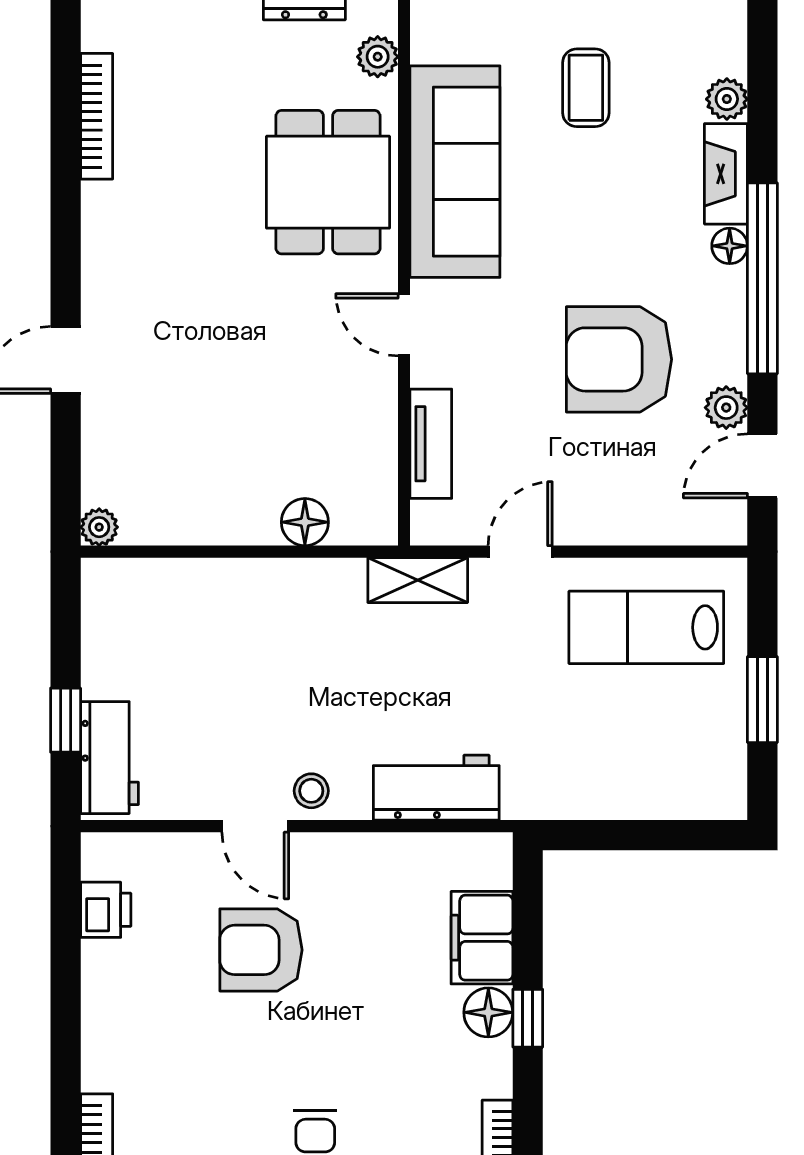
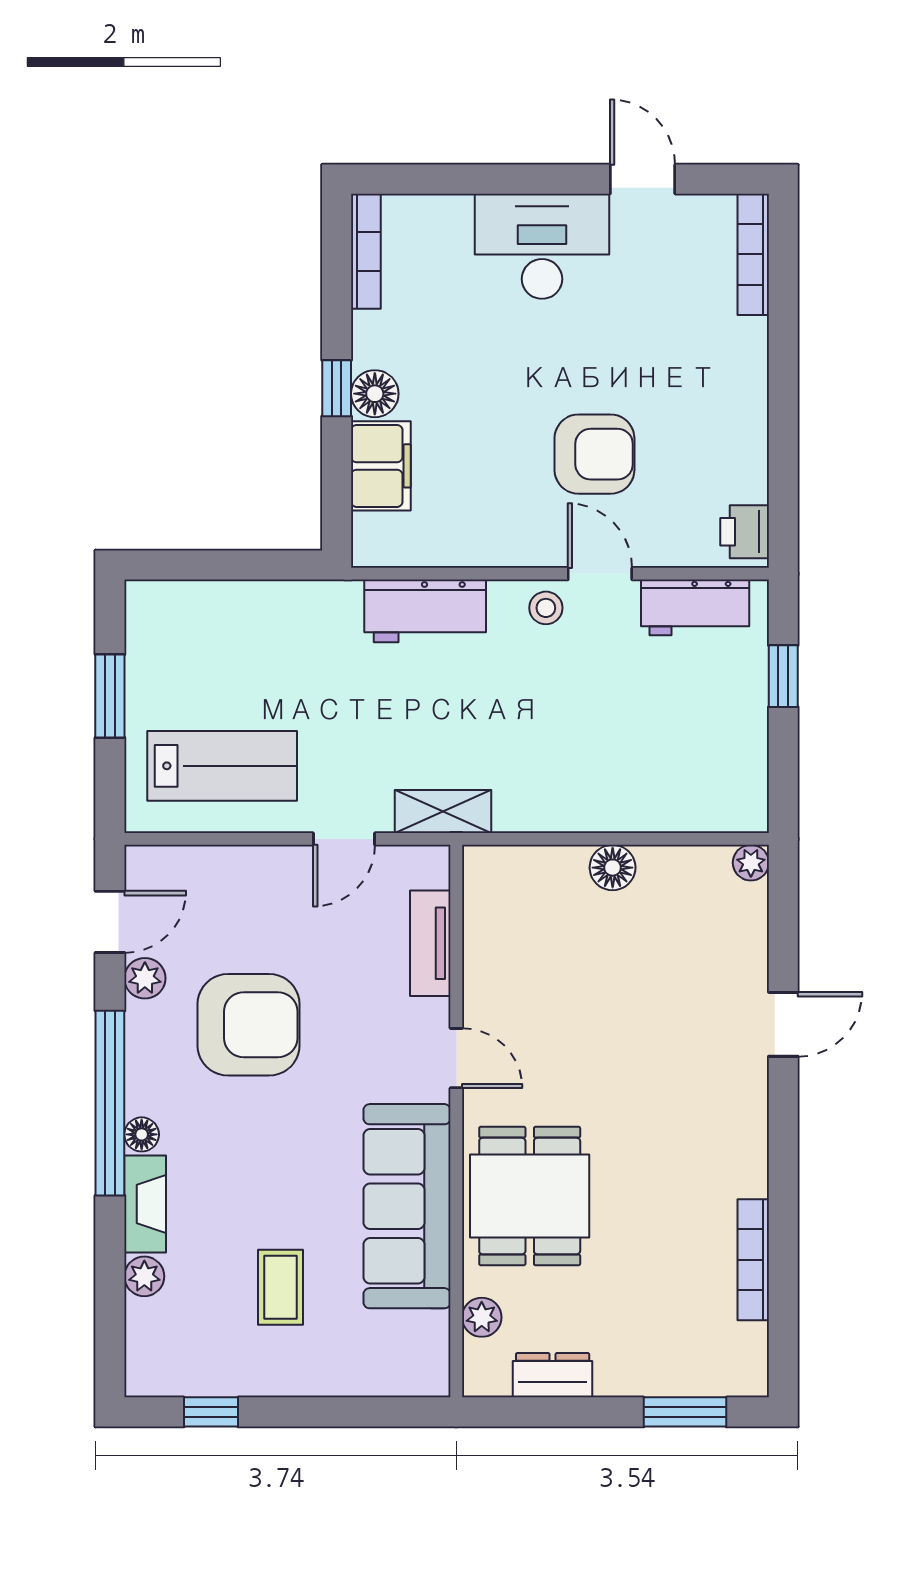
floor lamp: (305, 522) -> (613, 868), moved
workbench: (109, 758) -> (695, 607), moved, turned -90
printer: (106, 910) -> (745, 532), moved

